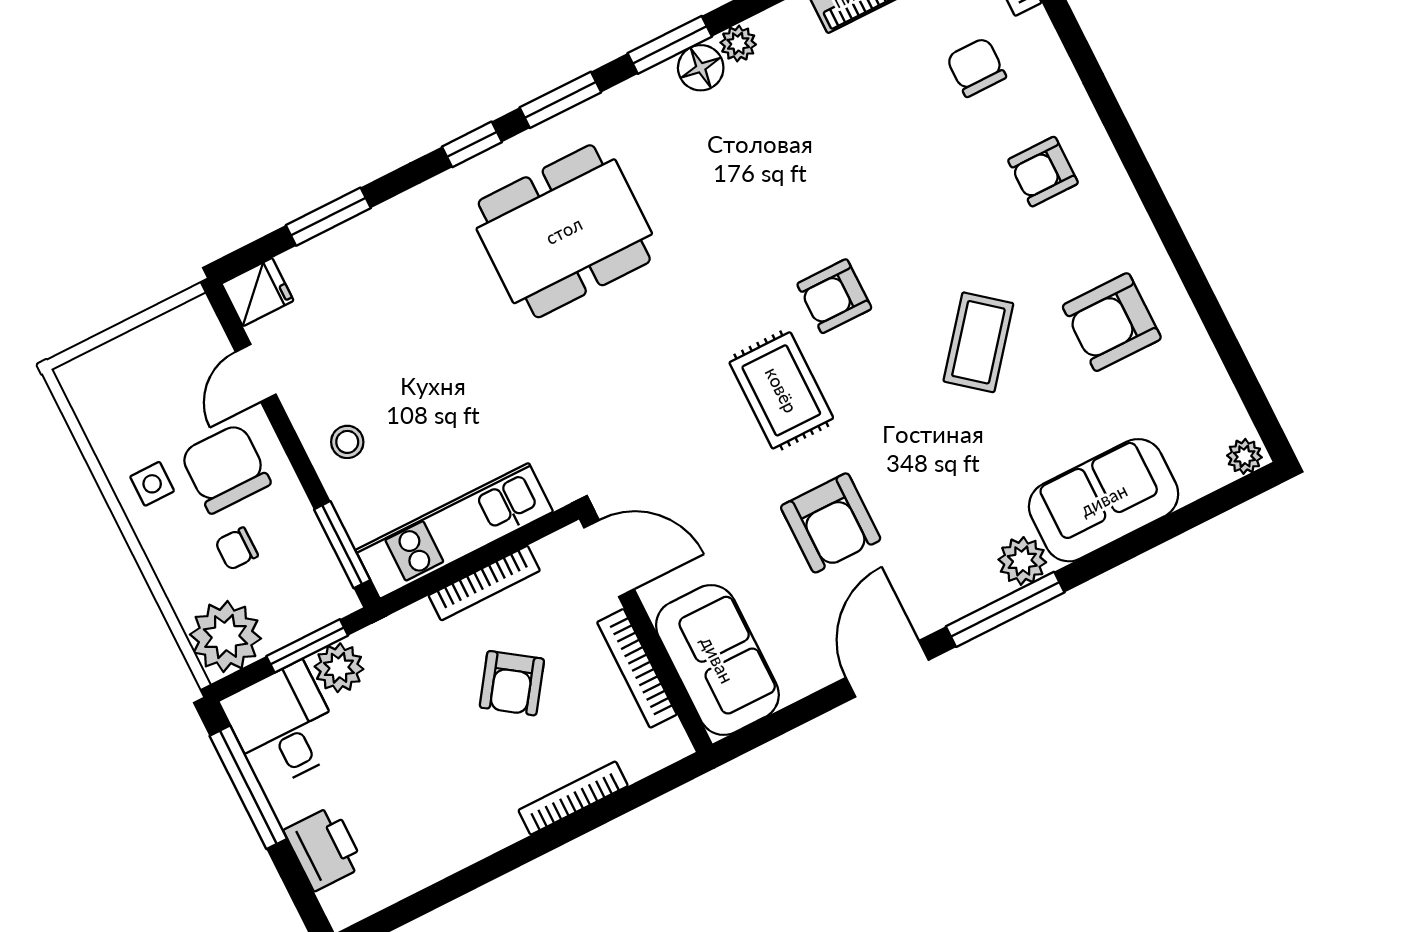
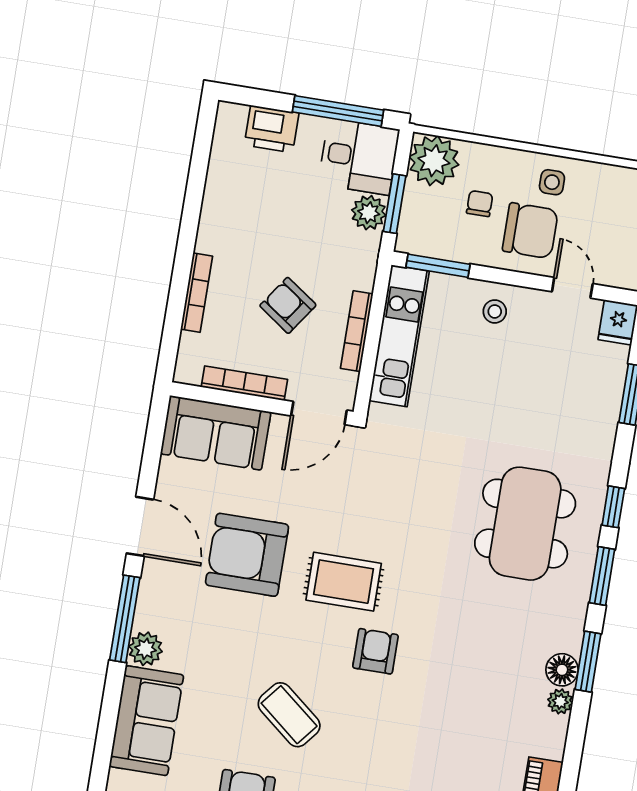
armchair: (831, 523) -> (247, 555), width x1.36, depth x1.36

